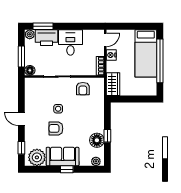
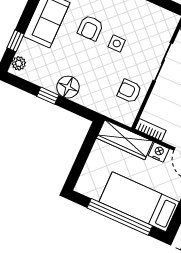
wardrobe: (113, 84) -> (125, 140), width x1.50
armchair: (56, 128) -> (90, 28), turned 180
floor lamp: (97, 140) -> (68, 87), moved
window: (67, 169) -> (16, 41), moved

